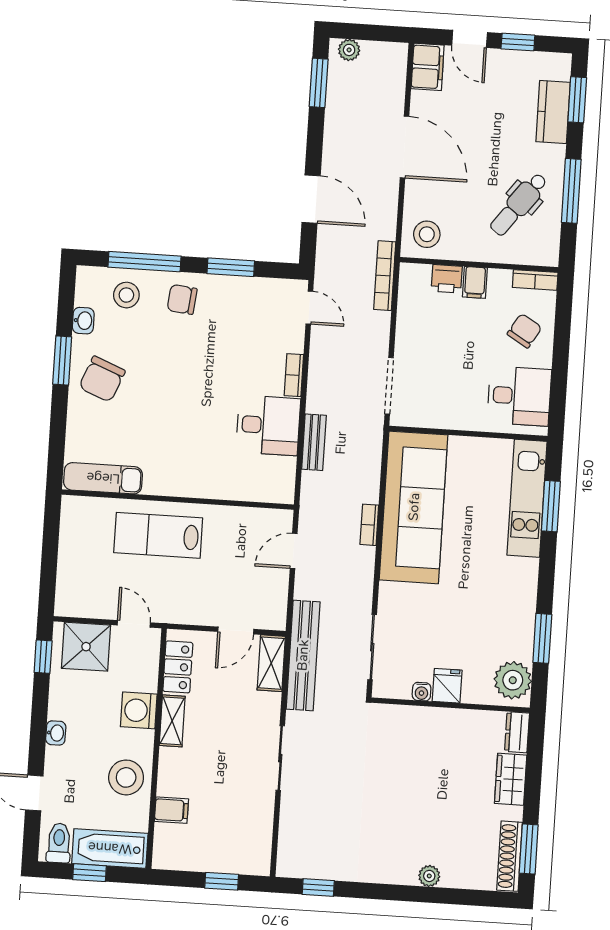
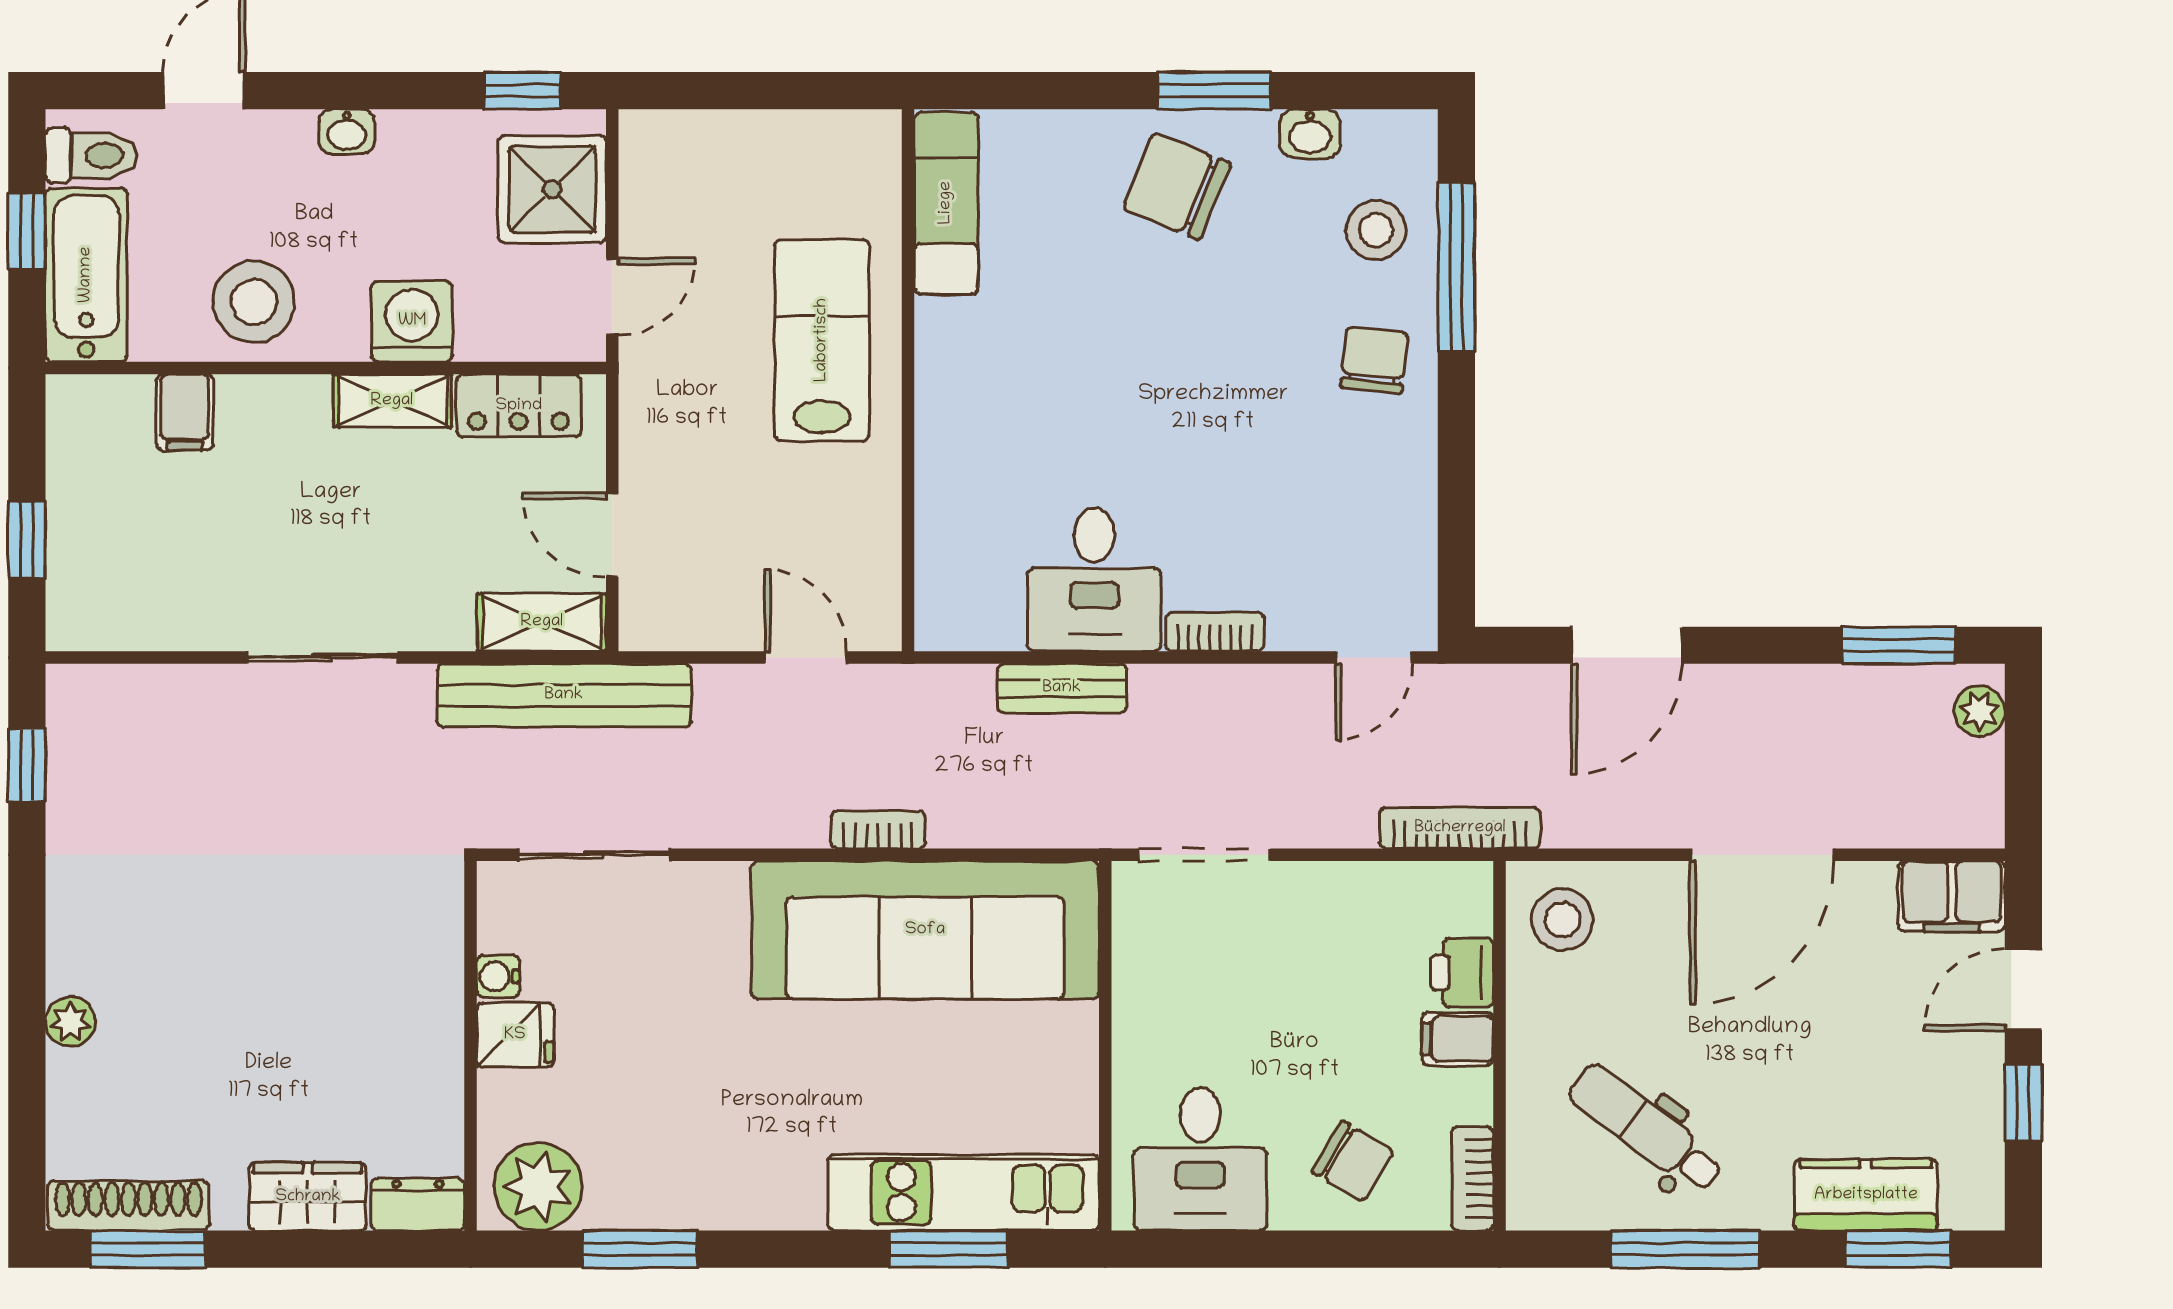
window: (231, 267) -> (1456, 469), removed

